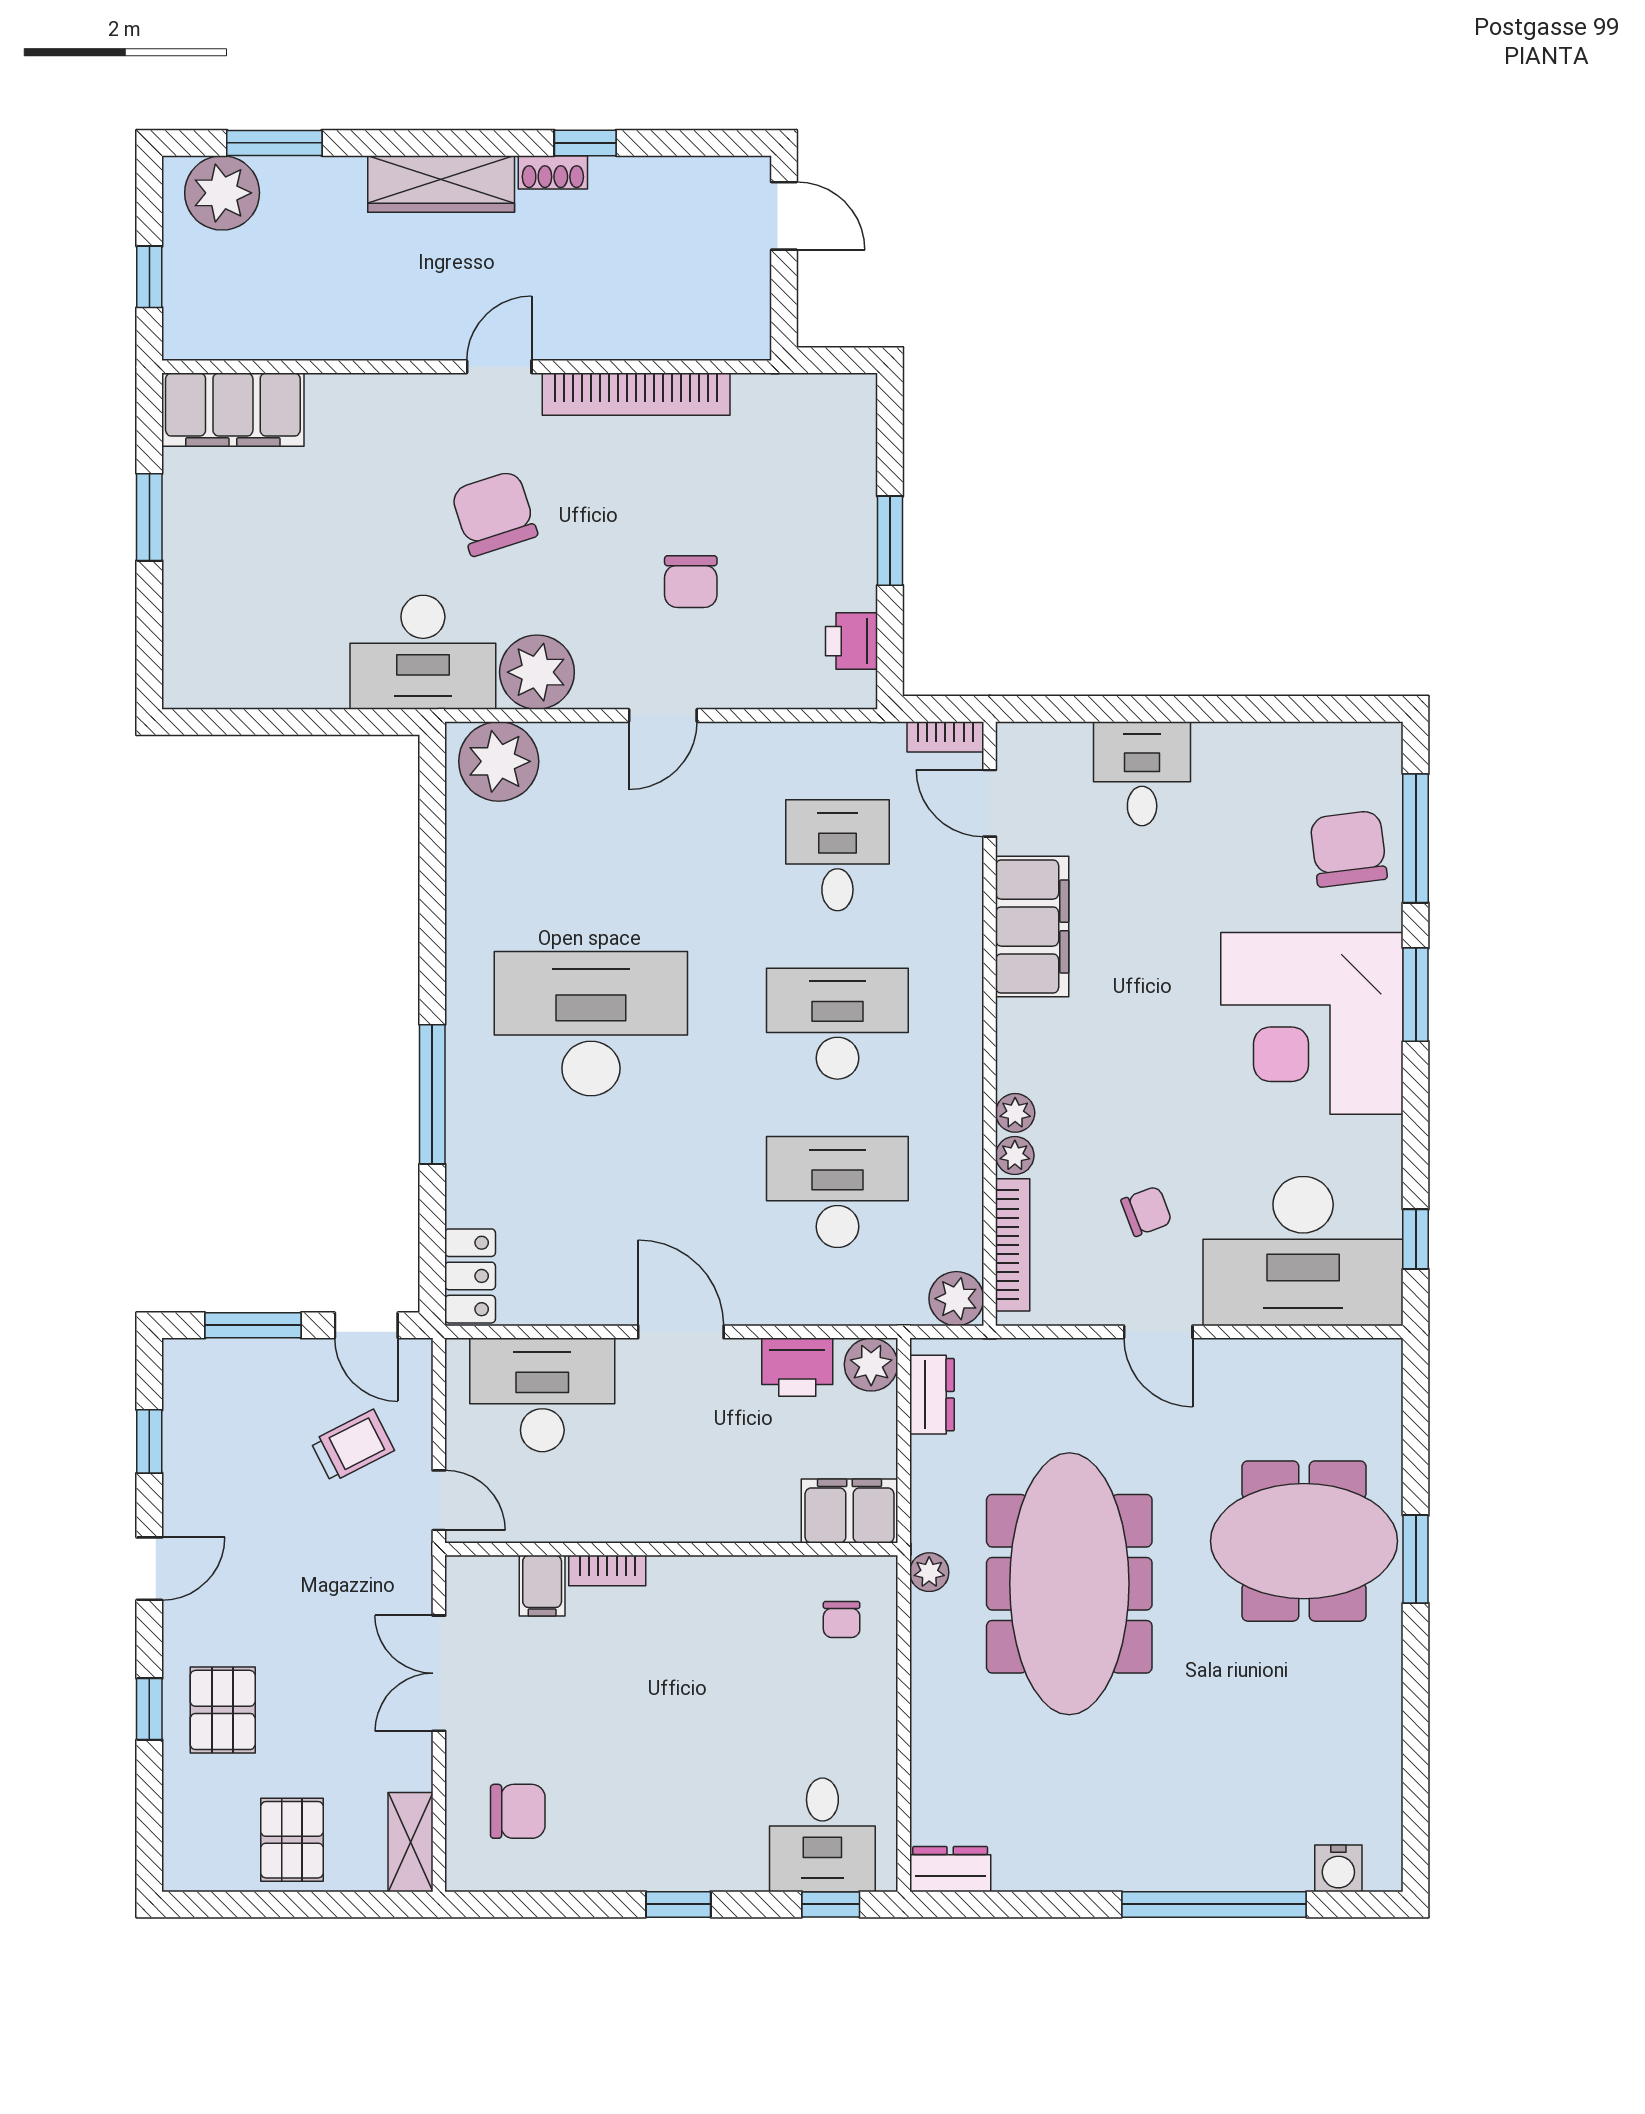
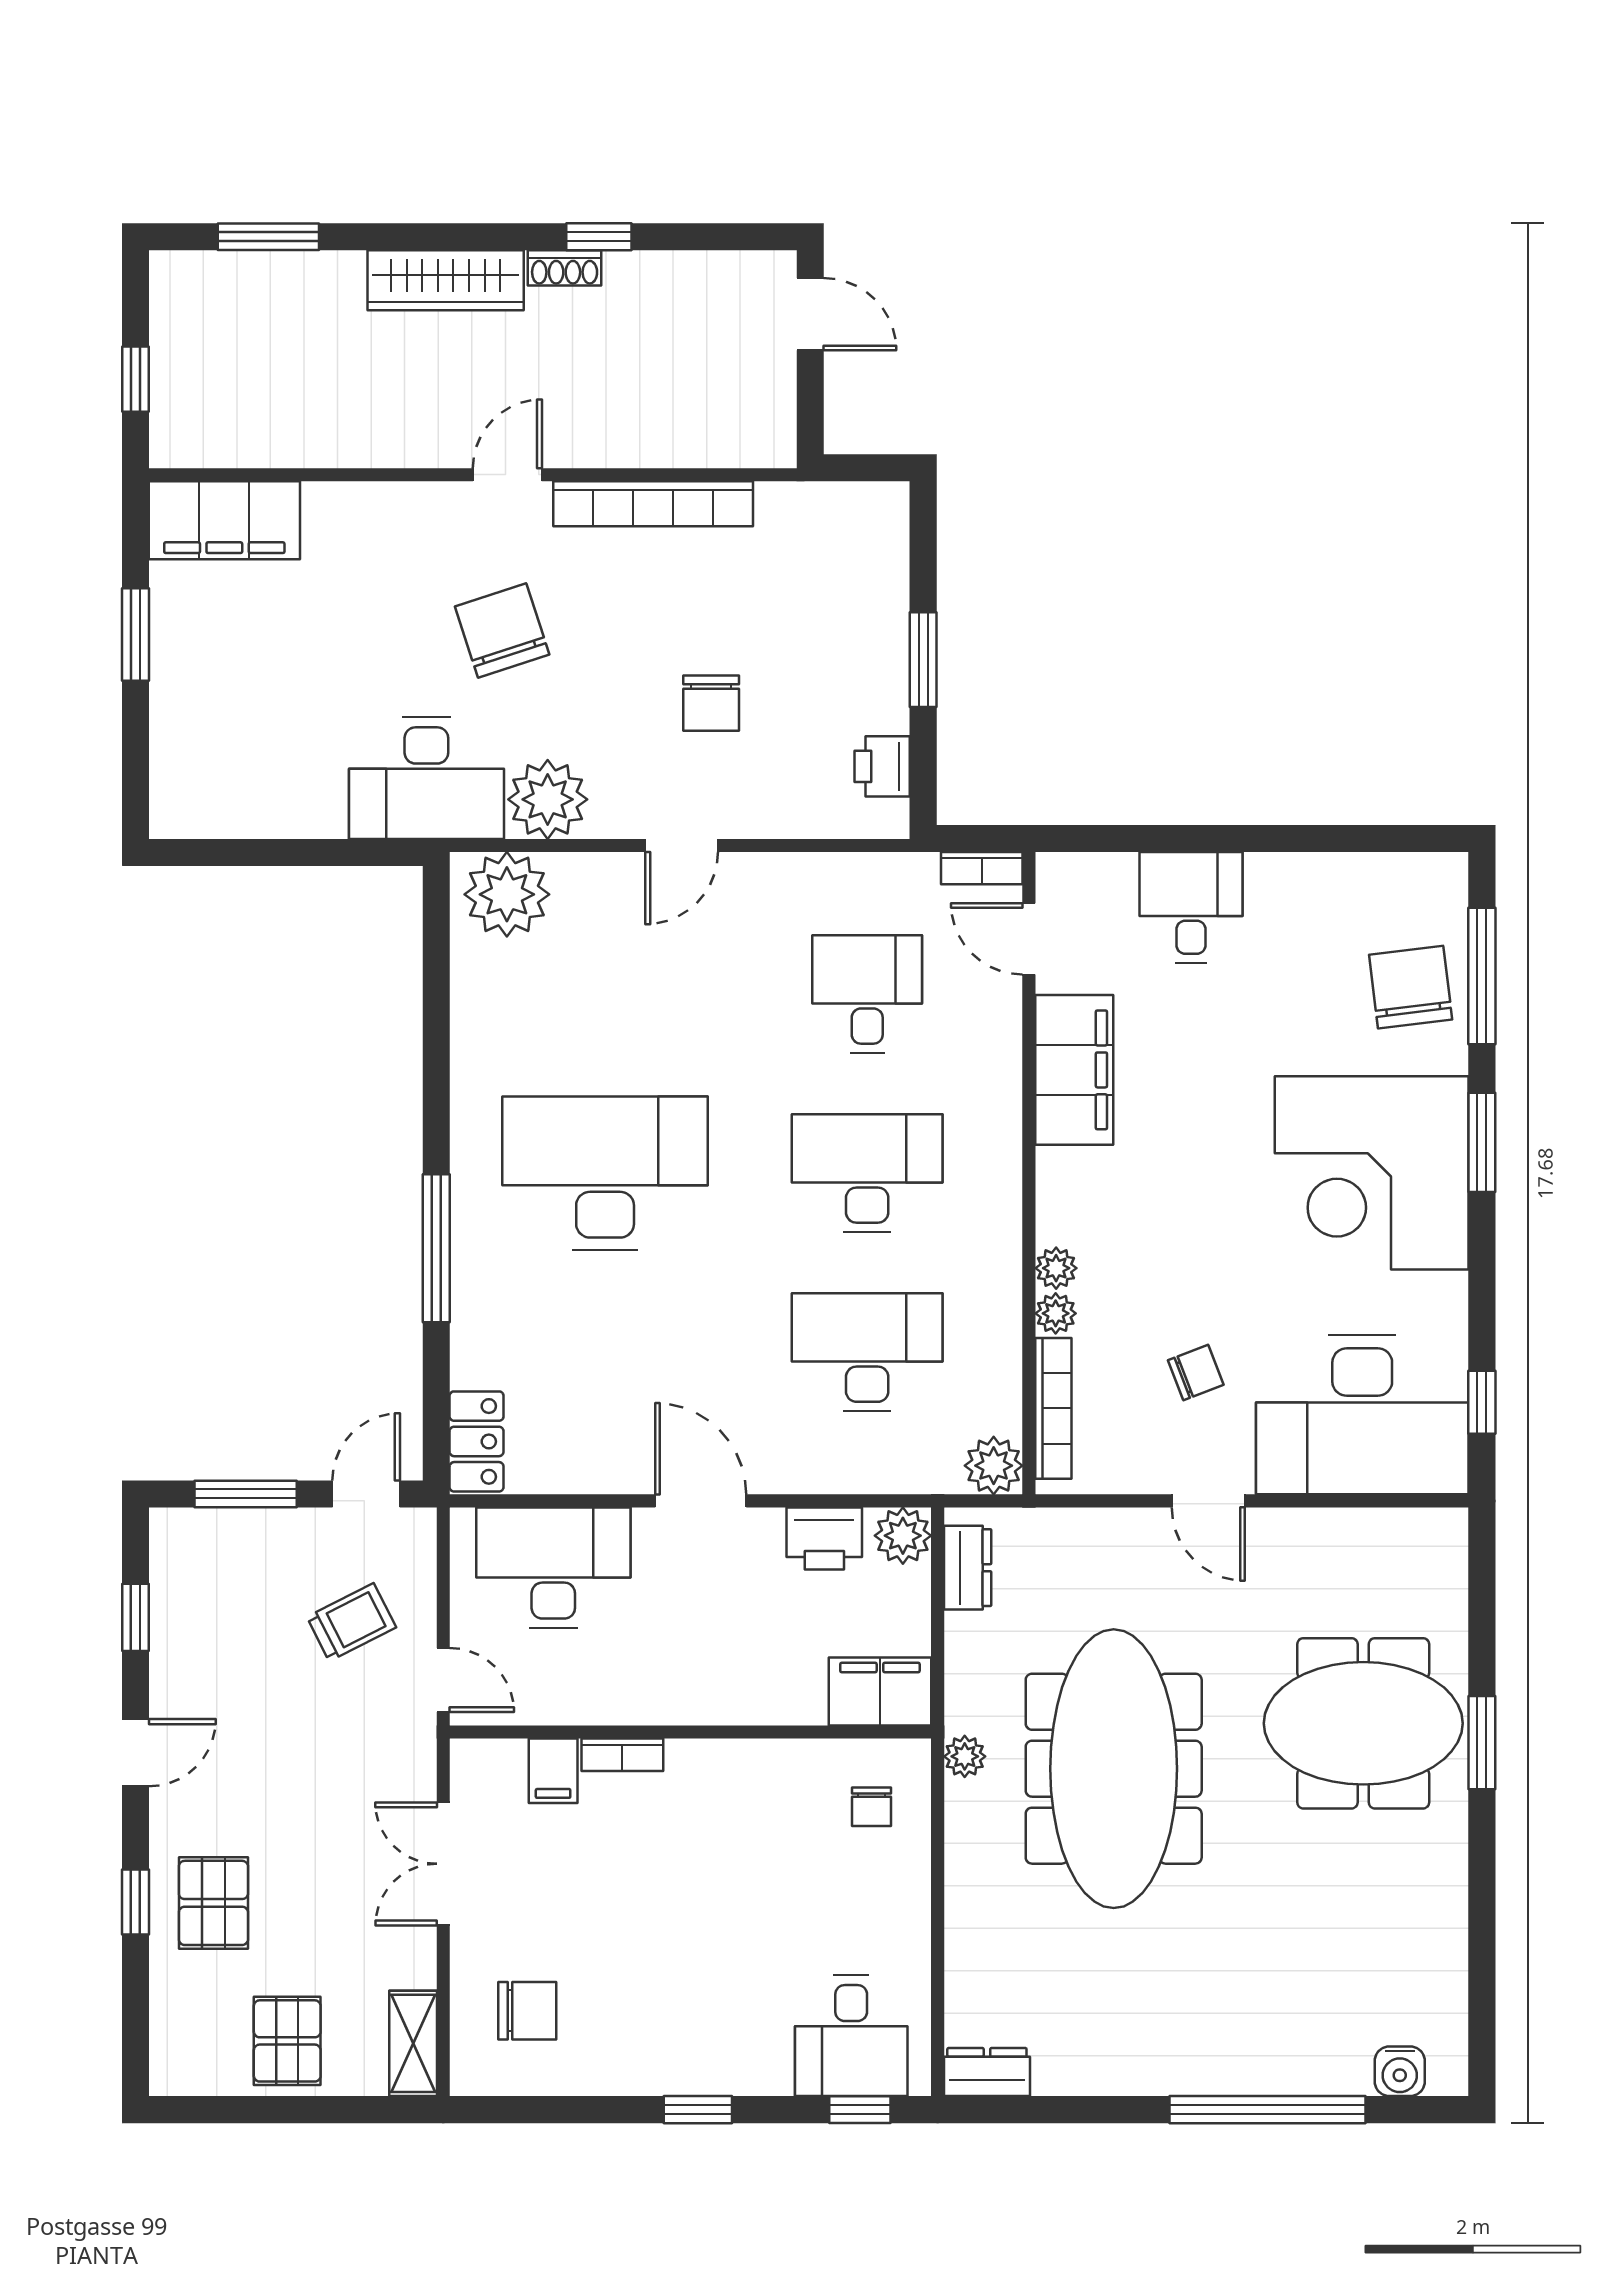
plant: (222, 193) -> (213, 290), removed
door: (366, 1325) -> (366, 1494), swing flipped

